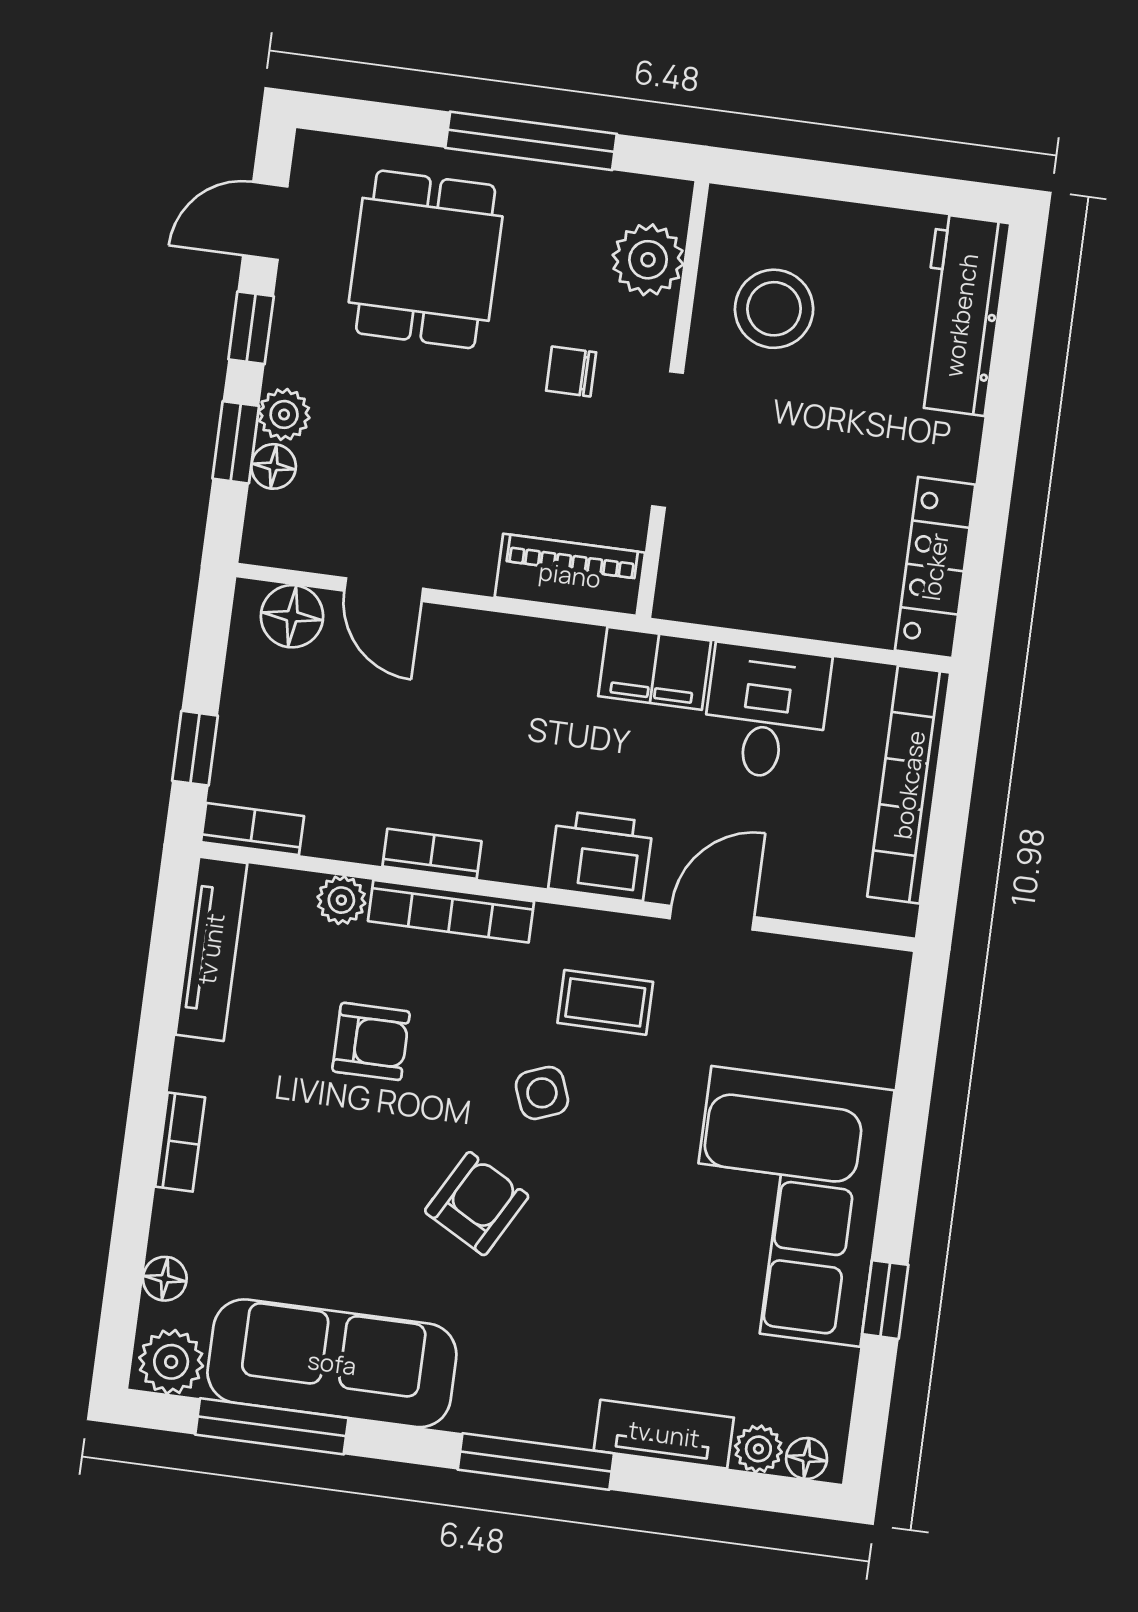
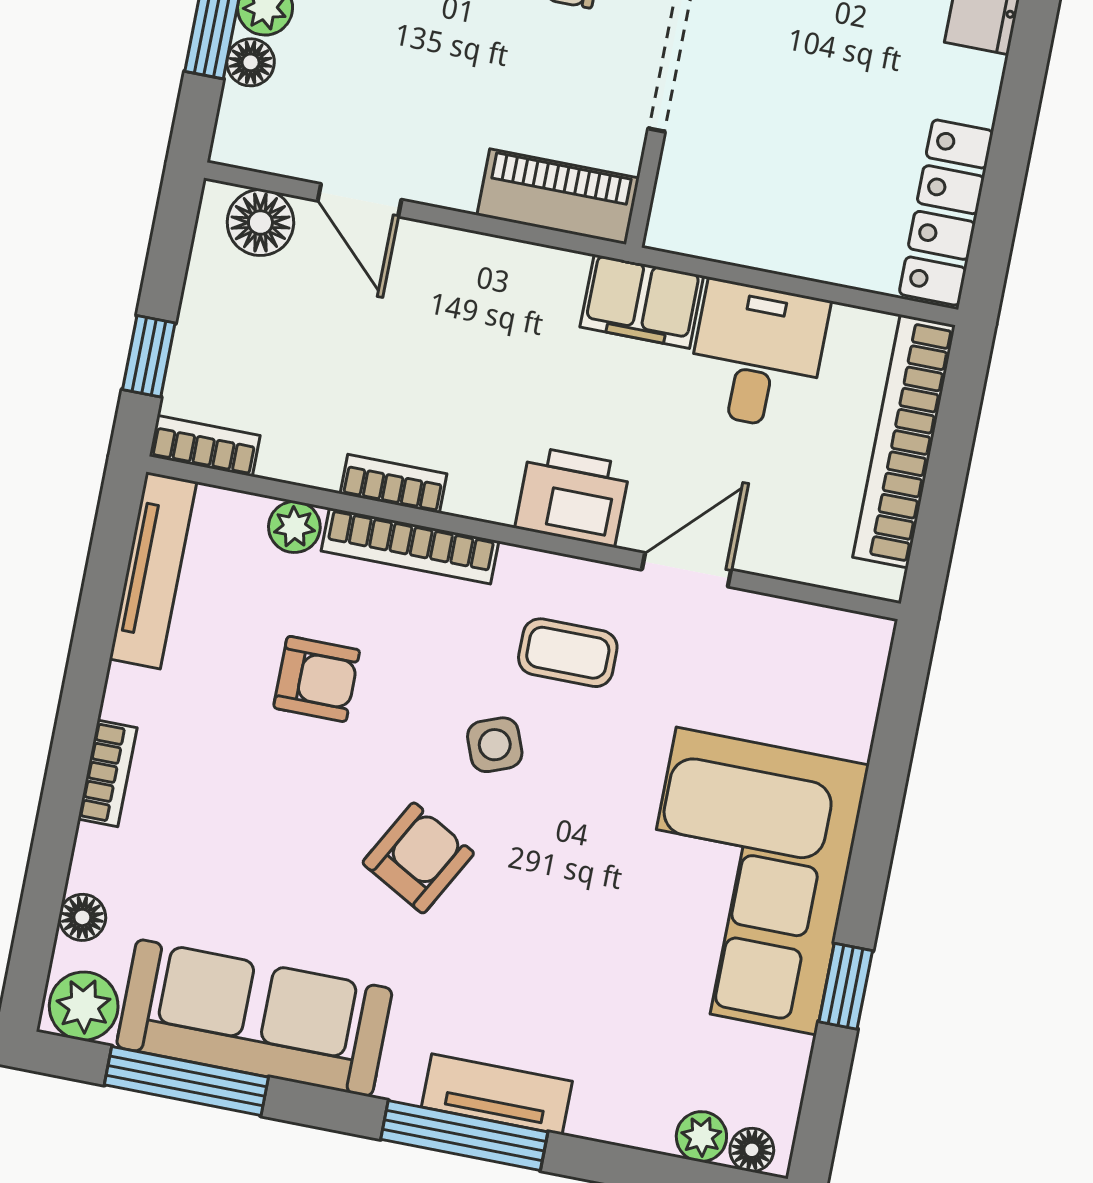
tv unit: (664, 1434) -> (497, 1094), moved

